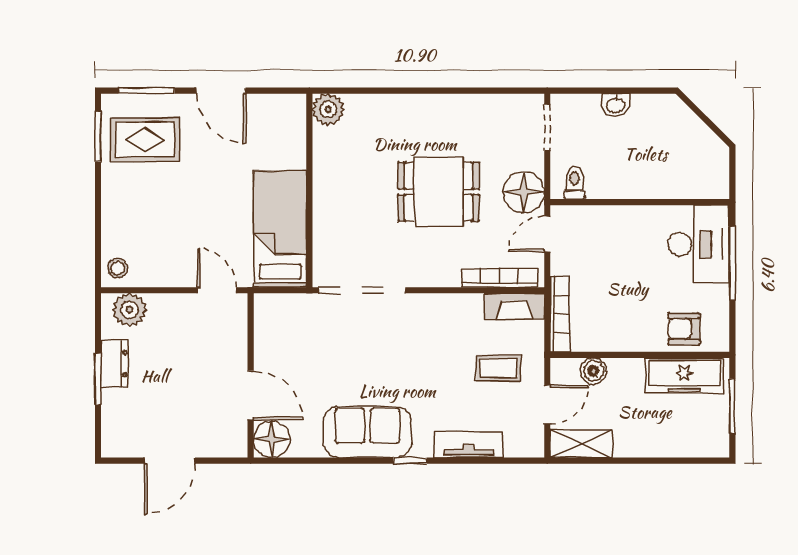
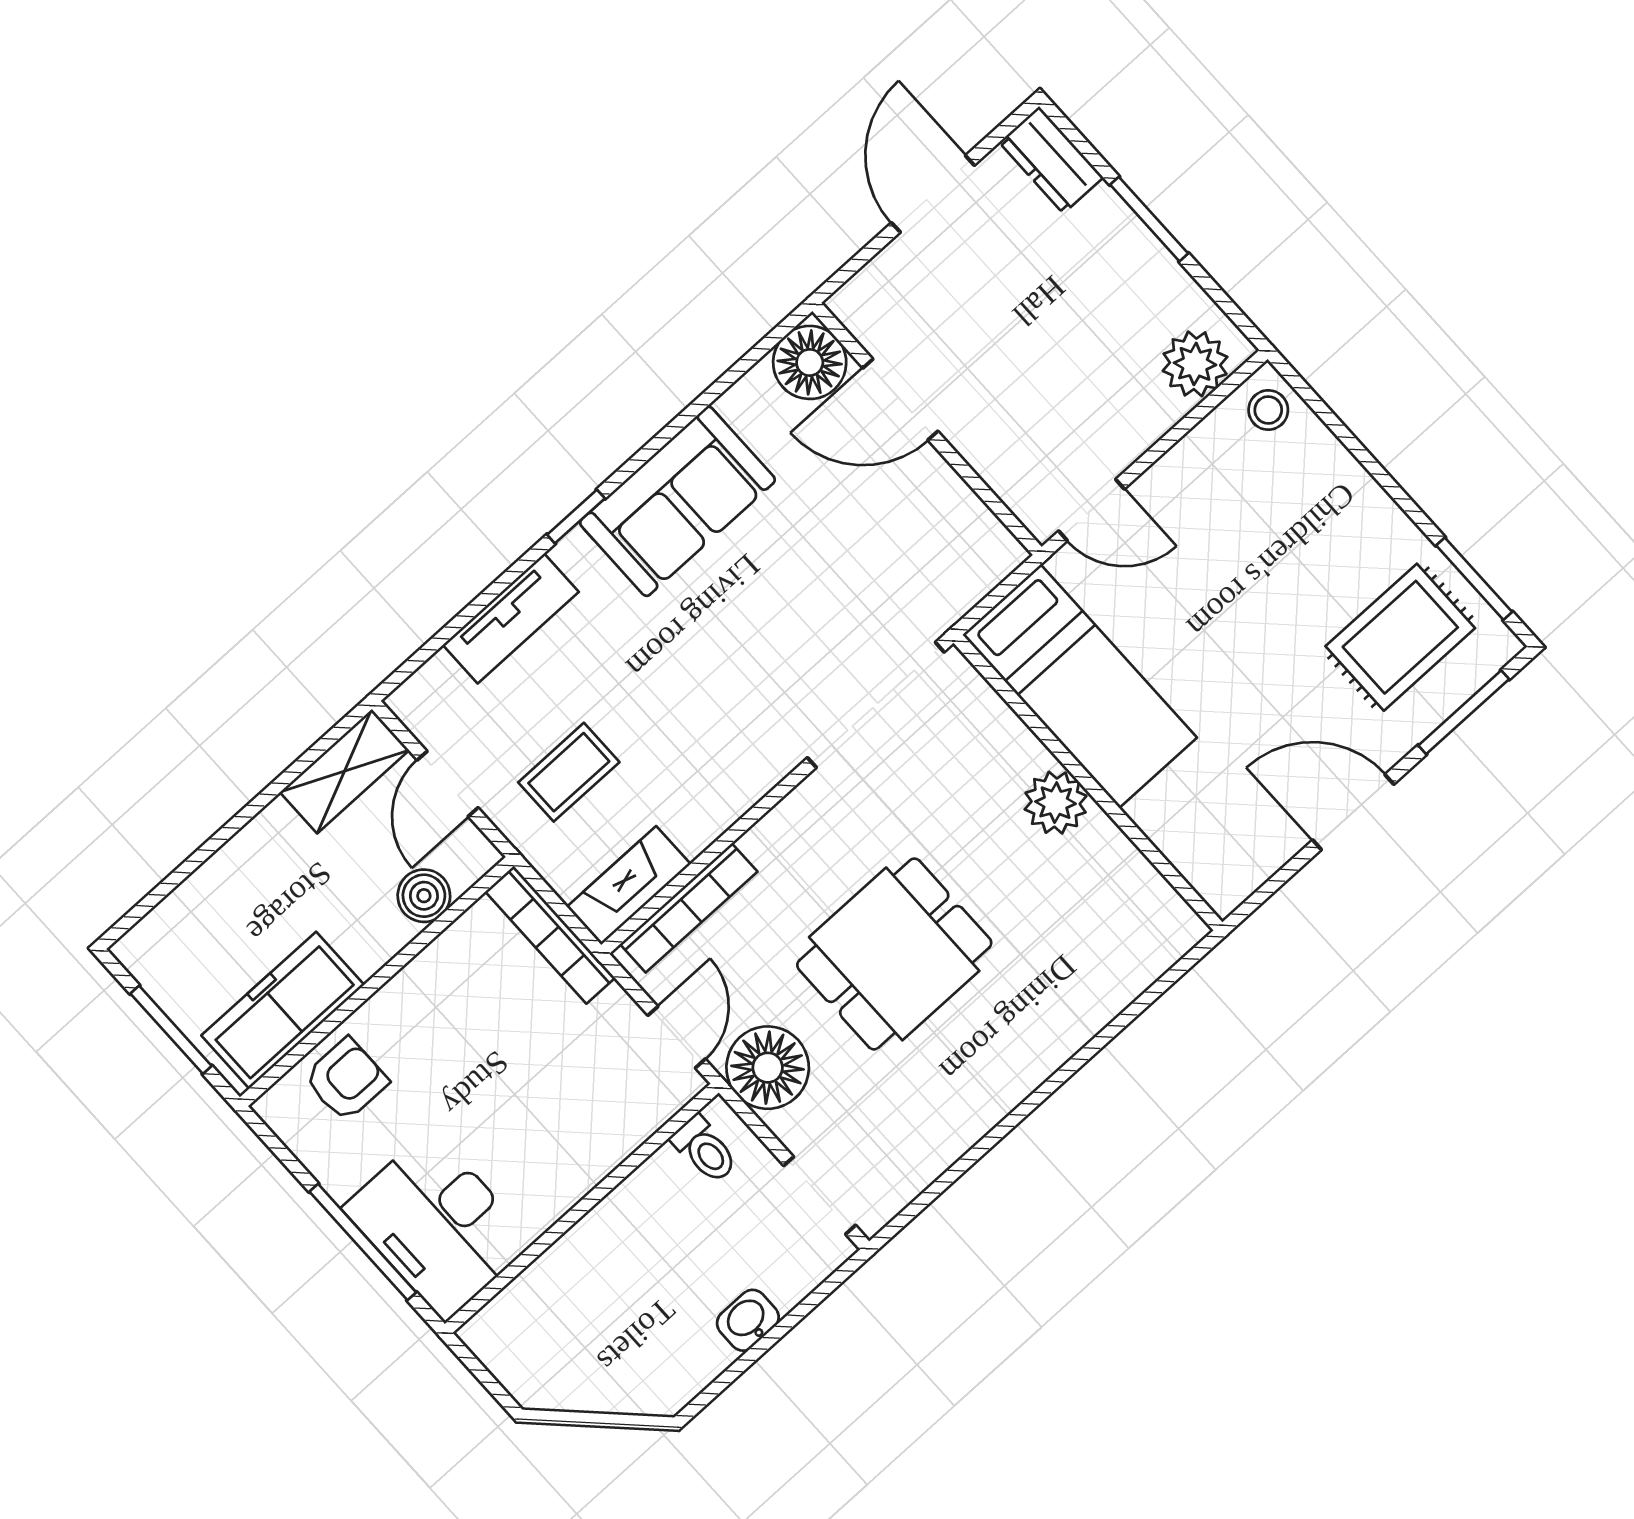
plant: (328, 109) -> (1056, 803), moved
dresser: (114, 364) -> (1051, 160), moved

